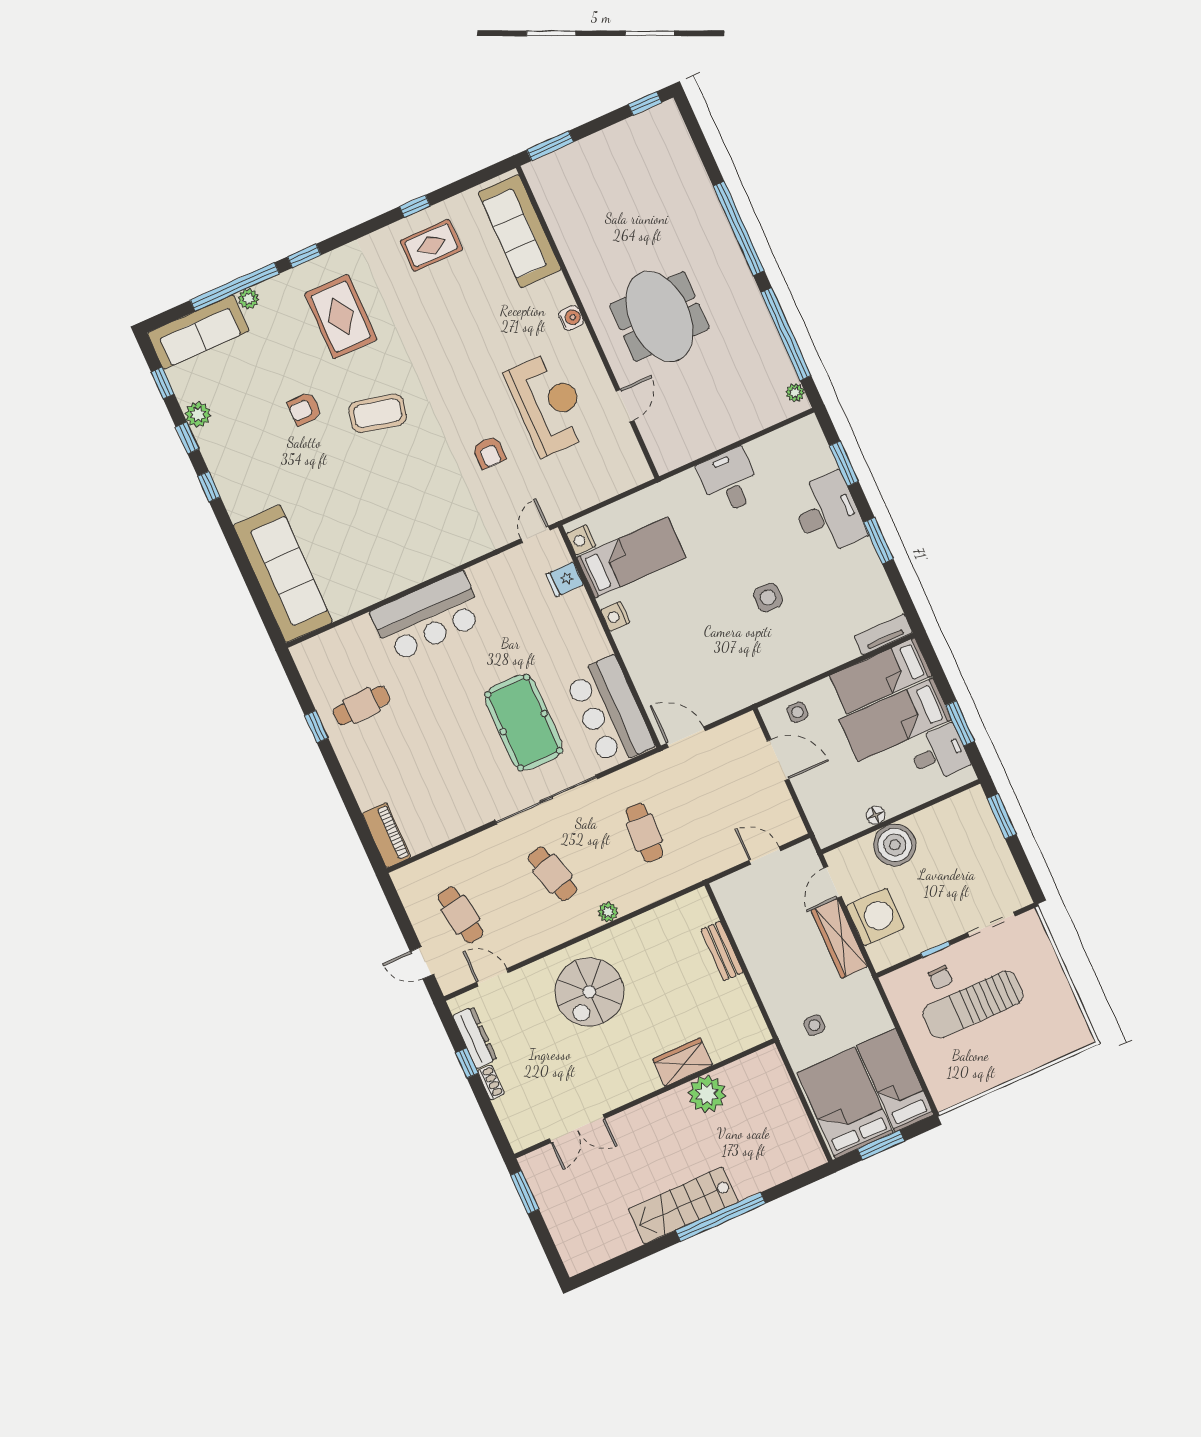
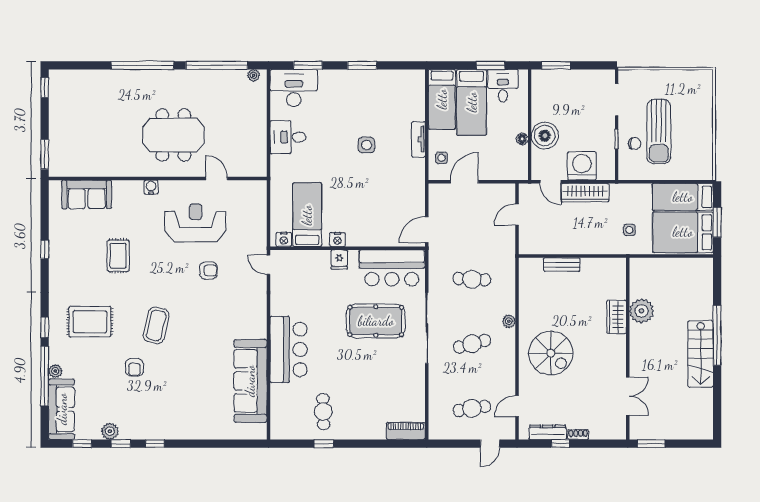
sofa: (520, 231) -> (87, 194), width x0.73
rug: (431, 245) -> (118, 256), moved
desk: (828, 514) -> (294, 88), moved
sofa: (283, 574) -> (250, 381), moved, turned -90
fridge: (565, 580) -> (339, 259), moved
tv unit: (883, 634) -> (418, 139), moved

